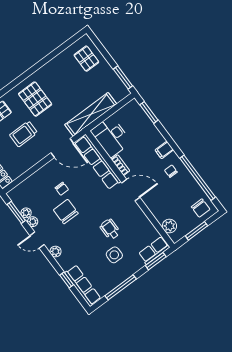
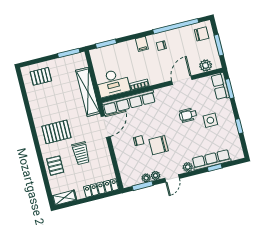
door: (131, 190) -> (182, 80), moved
row of seats: (83, 286) -> (211, 160), moved
window: (121, 287) -> (239, 126), width x0.46

